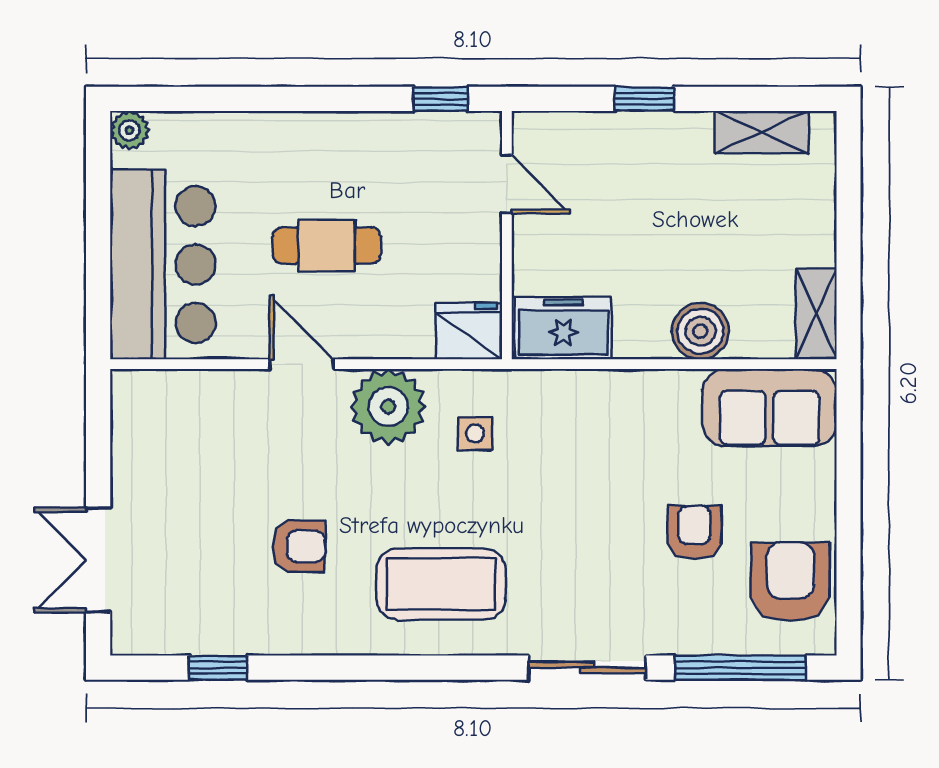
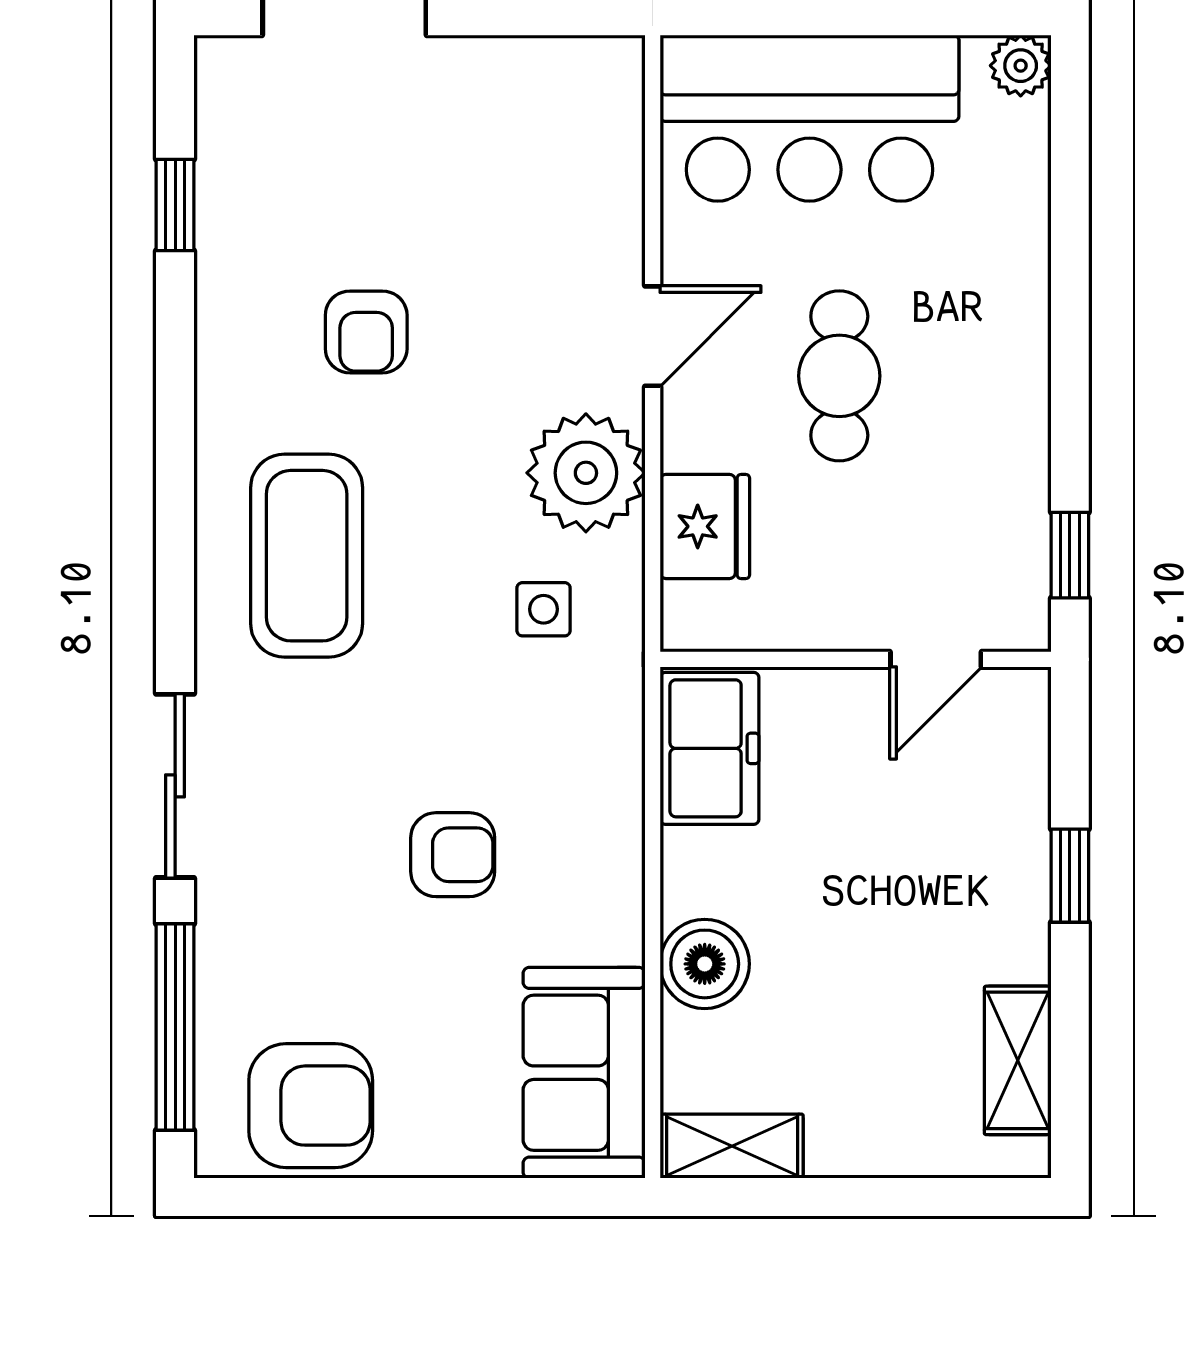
fridge: (469, 331) -> (705, 526), moved
armchair: (694, 532) -> (453, 855), moved

